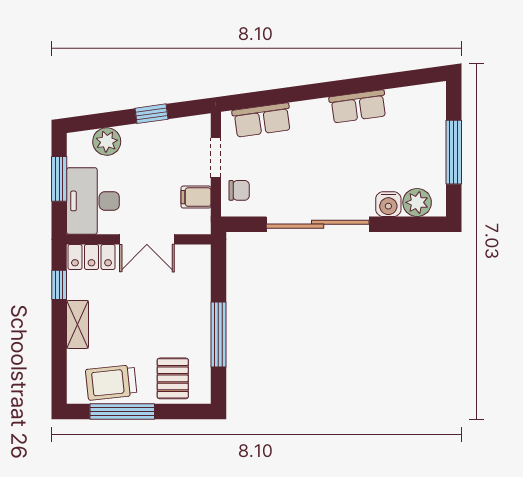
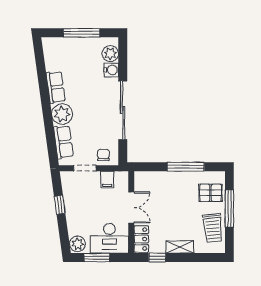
plant: (311, 118) -> (62, 114), added
plant: (107, 142) -> (77, 244), moved
window: (122, 411) -> (229, 208), moved

